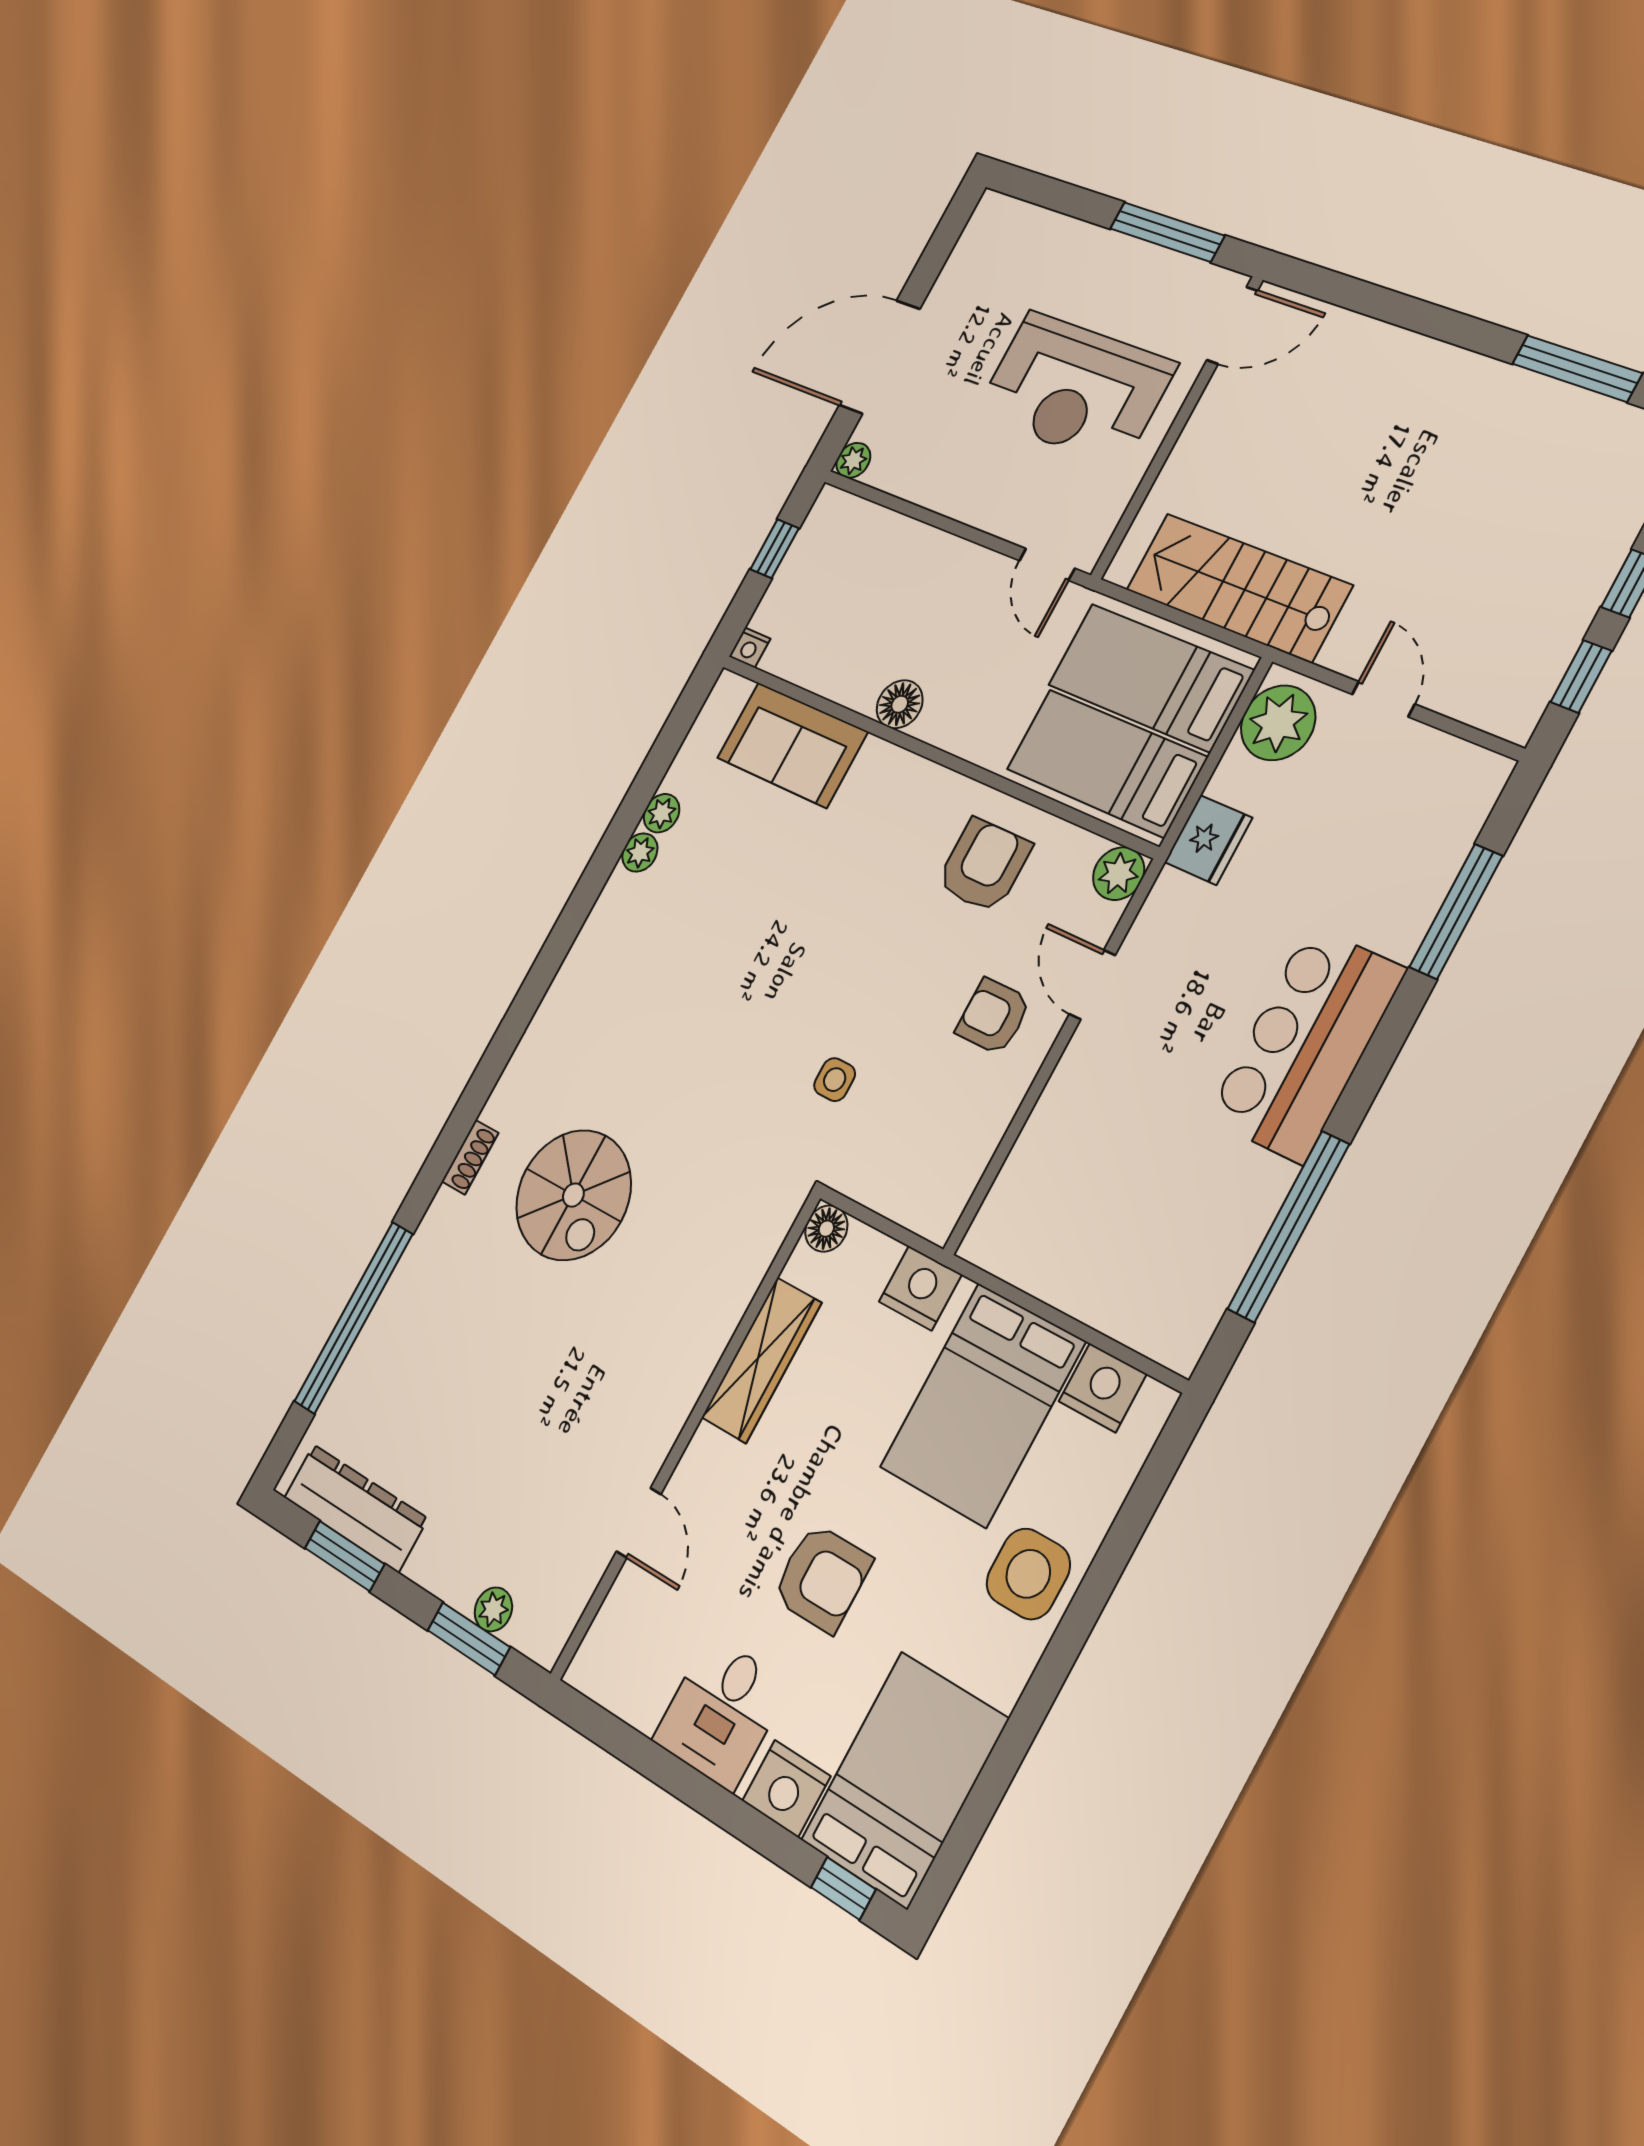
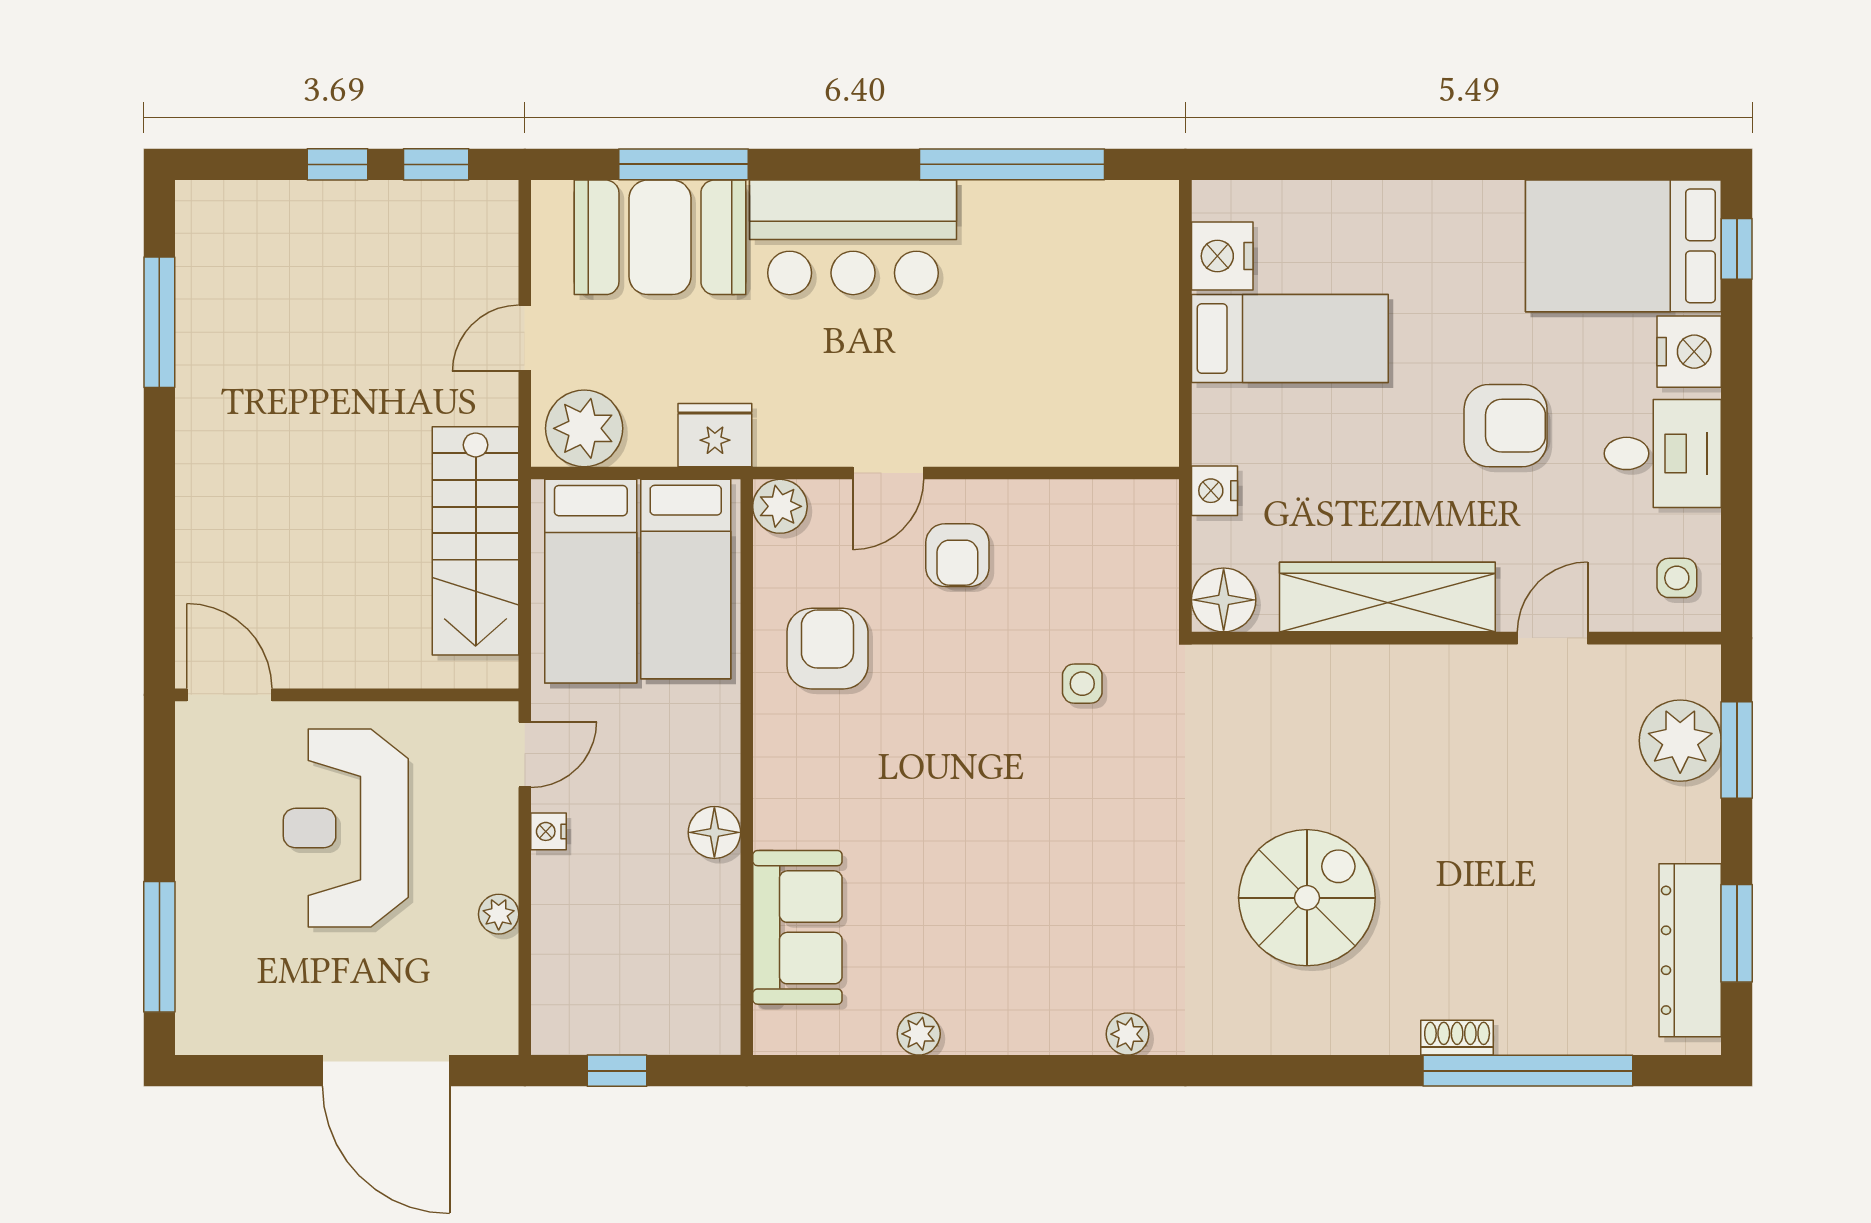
window: (1167, 232) -> (159, 947), moved
reception desk: (1075, 389) -> (346, 828), turned 180
plant: (853, 460) -> (499, 914), moved
nightstand: (750, 648) -> (549, 831), moved, turned 180
plant: (640, 853) -> (1128, 1034), moved
booth: (1403, 861) -> (660, 237), added
armchair: (984, 865) -> (827, 649), turned 90
shoe rack: (470, 1157) -> (1457, 1038), moved
floor lamp: (826, 1229) -> (1224, 600), width x1.38, depth x1.38
nightstand: (920, 1288) -> (1214, 491), width x0.74, depth x0.75
wardrobe: (762, 1360) -> (1387, 597), width x1.40, depth x1.17
bed: (982, 1405) -> (1290, 338), width x0.67
side table: (1028, 1574) -> (1677, 578), moved, width x0.54, depth x0.54
armchair: (822, 1578) -> (1506, 426), turned 90
plant: (493, 1609) -> (1680, 741), width x1.87, depth x1.87

